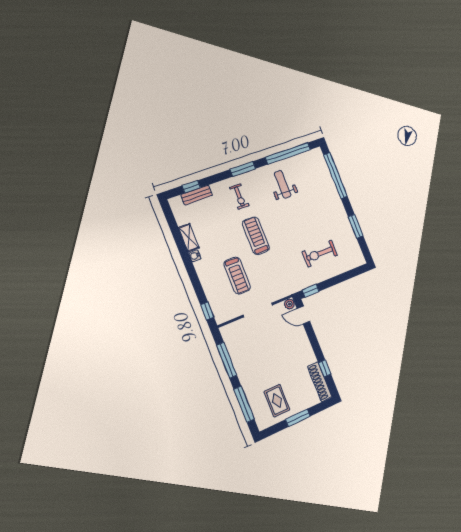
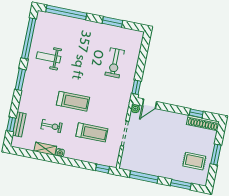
exercise bike: (239, 197) -> (52, 126), moved
treadmill: (256, 236) -> (73, 101), turned 180
window: (244, 404) -> (181, 184), width x0.69

